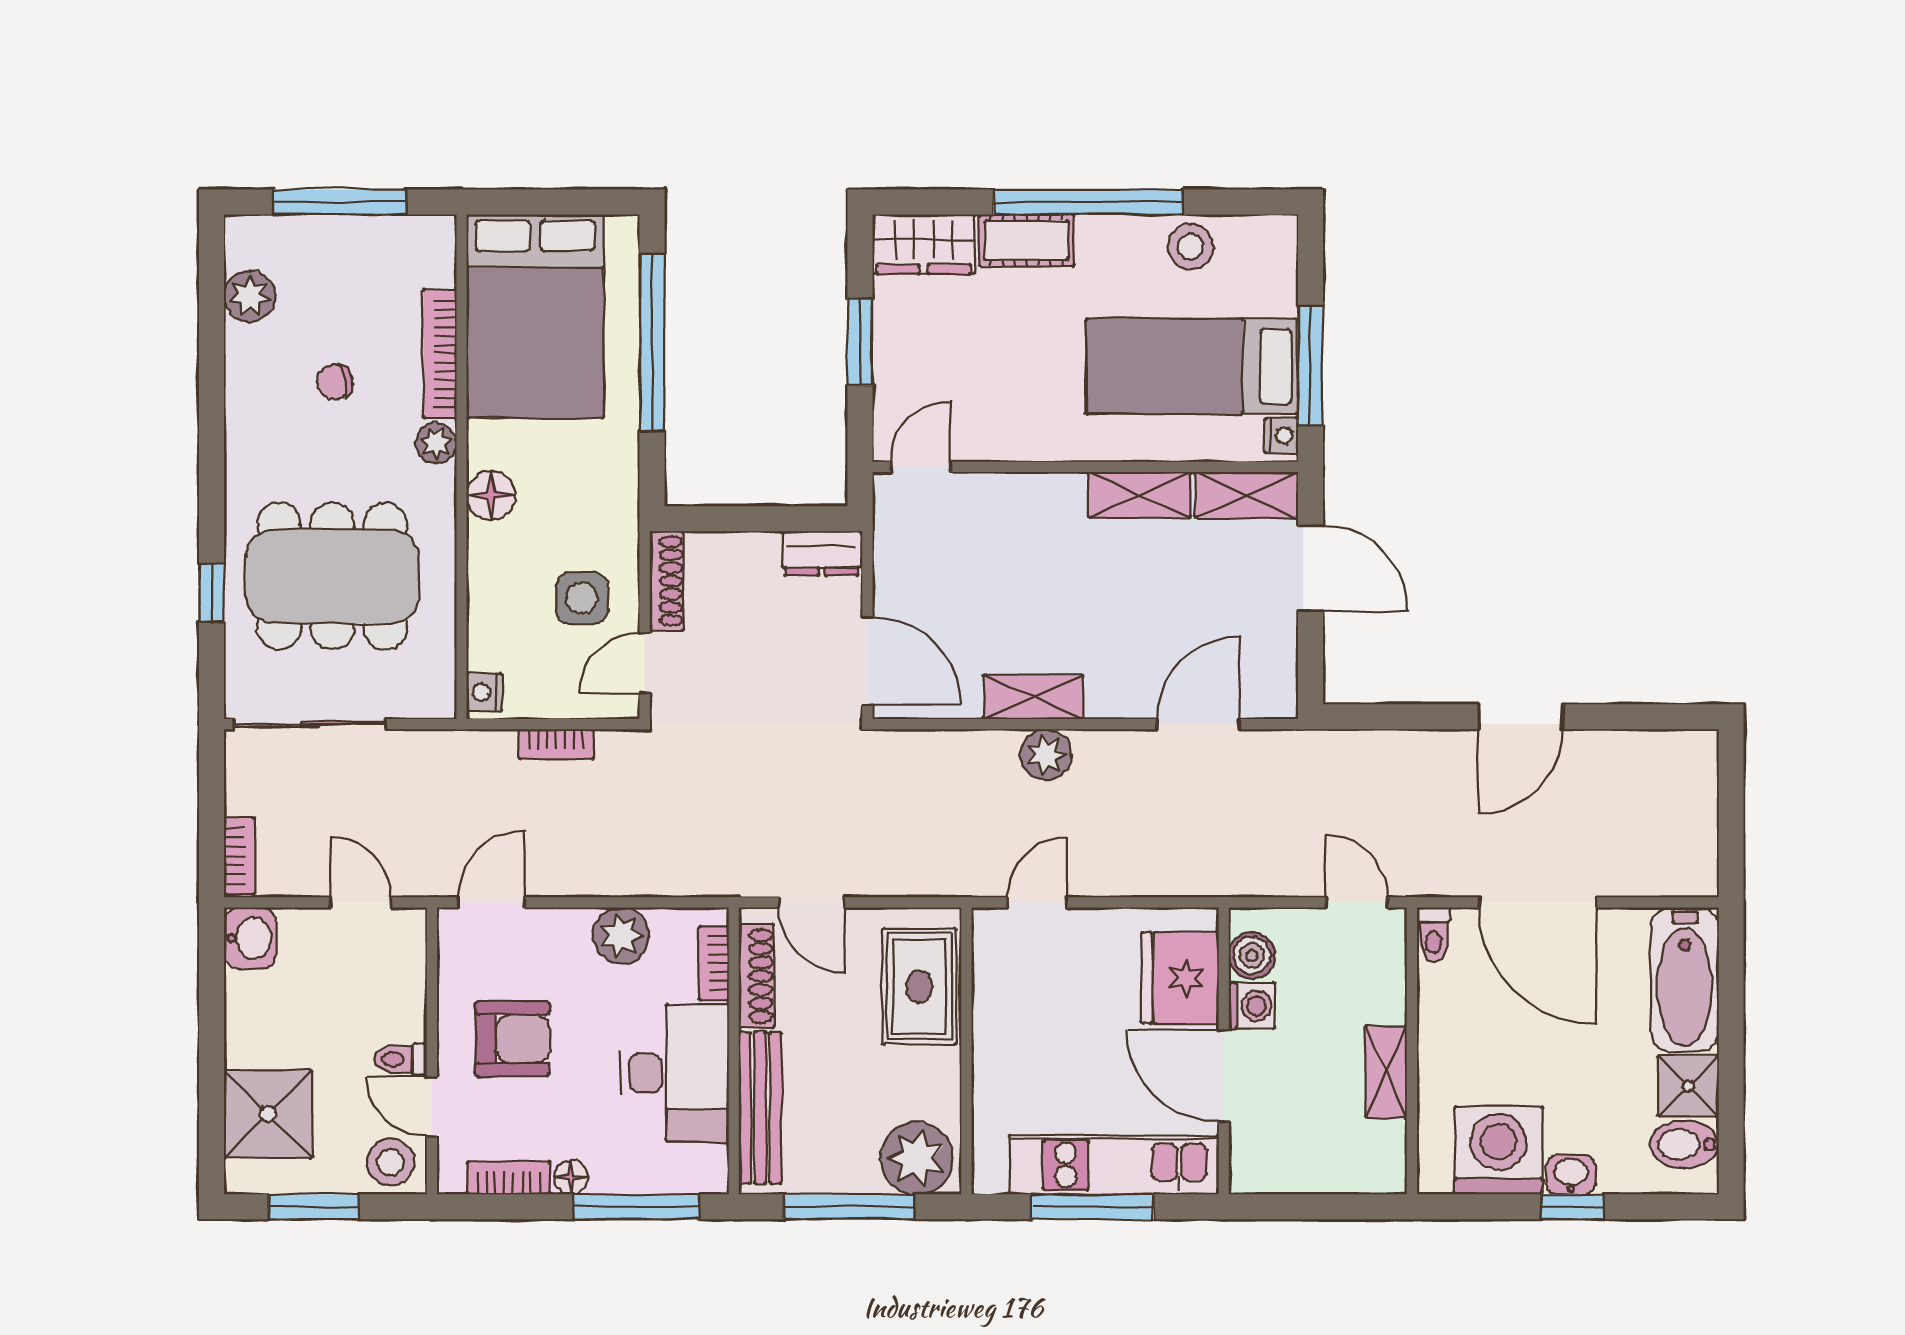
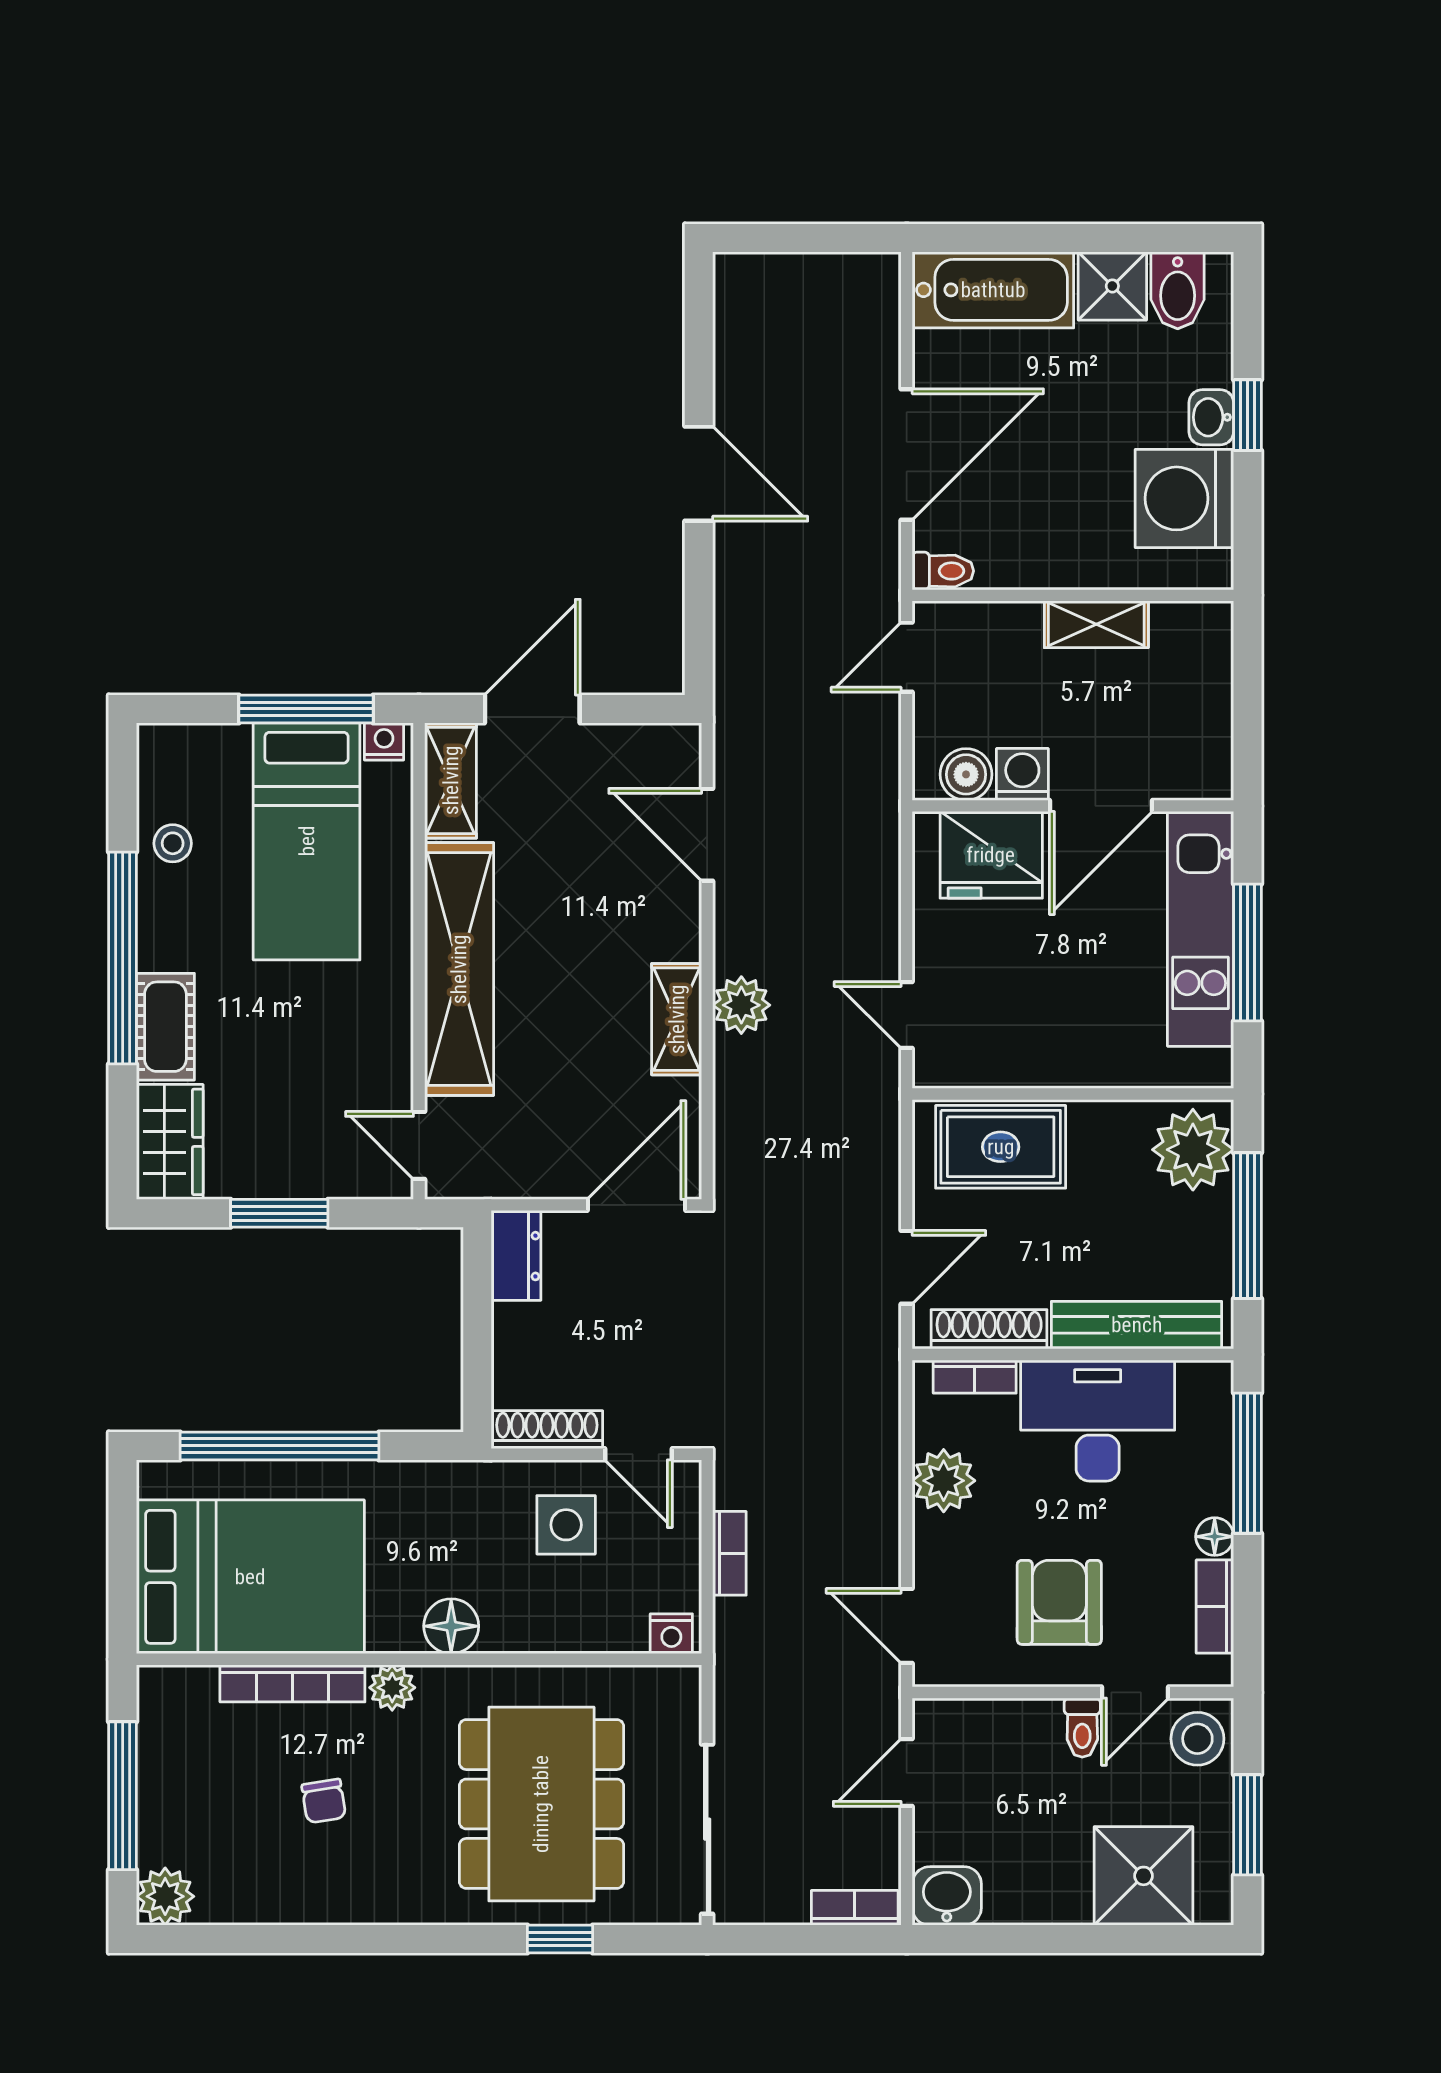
stool: (1190, 247) -> (173, 843), width x0.73, depth x0.73
plant: (250, 296) -> (165, 1896), moved
shelving: (1140, 495) -> (459, 969), width x2.20, depth x1.33

